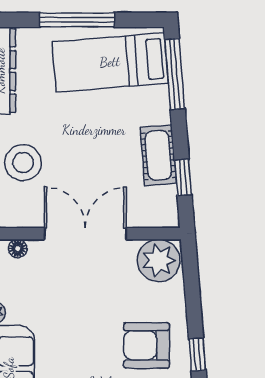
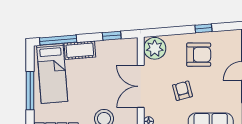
cot: (158, 155) -> (80, 50), moved
armchair: (77, 314) -> (182, 91), added
armchair: (147, 345) -> (199, 55), turned -90

